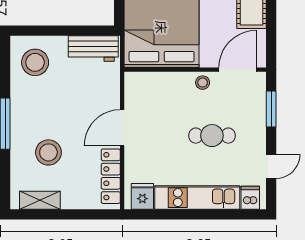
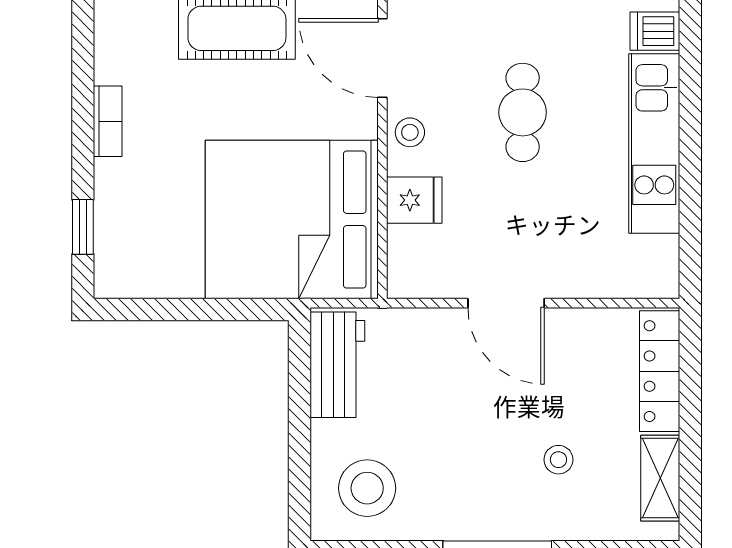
stool: (48, 152) -> (558, 460), width x0.53, depth x0.53
locker: (111, 176) -> (660, 371), moved, turned 90
fridge: (142, 196) -> (414, 200), moved, turned 180

